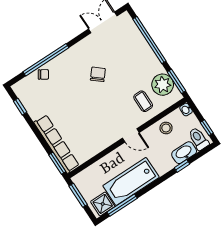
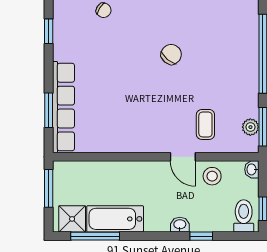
plant: (163, 85) -> (250, 127), width x0.53, depth x0.53
door: (131, 135) -> (183, 157), moved
washbasin: (184, 153) -> (180, 225), moved, width x0.52, depth x0.69
window: (57, 163) -> (49, 110), moved
bathtub: (131, 181) -> (115, 219), width x0.73, depth x0.73

